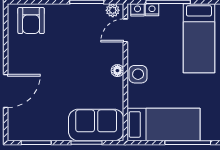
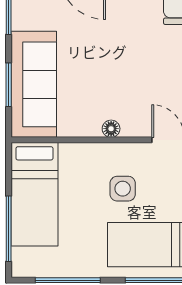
side table: (138, 74) -> (123, 189), moved
sofa: (96, 125) -> (34, 84), width x1.36

